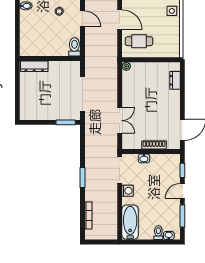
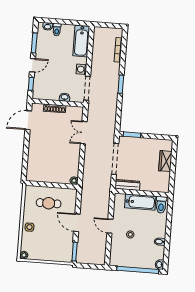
cafe table: (139, 41) -> (49, 203), moved
toilet: (74, 47) -> (161, 205), moved
bathtub: (51, 48) -> (140, 202), added
dresser: (34, 66) -> (127, 185), moved
dresser: (175, 80) -> (31, 165), removed
wardrobe: (26, 96) -> (165, 161), added

